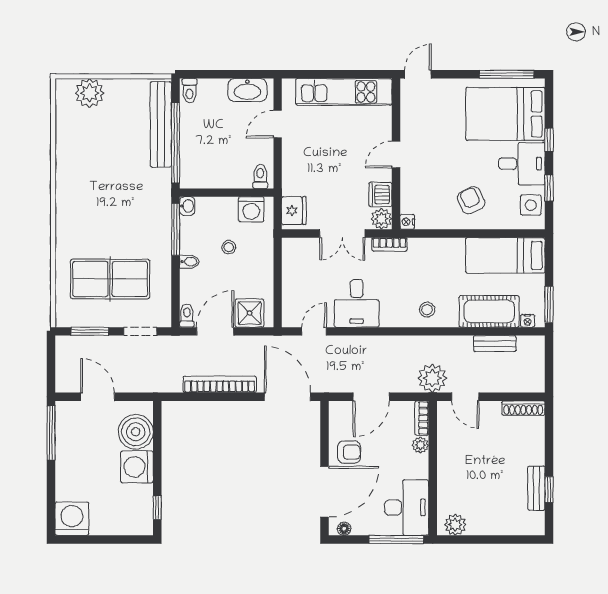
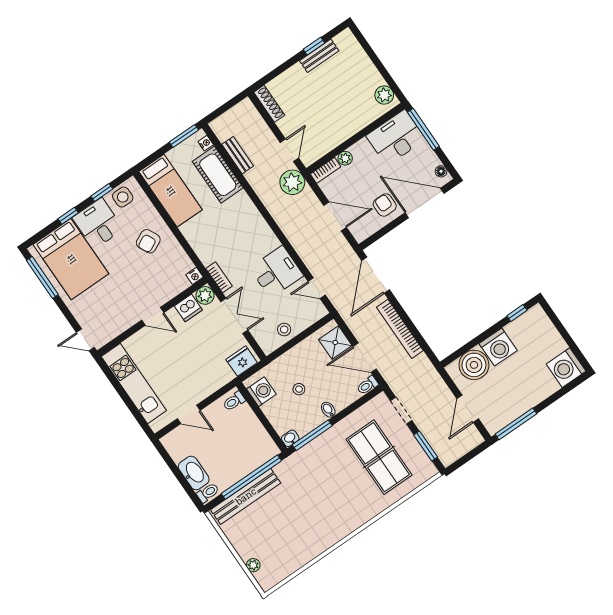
washbasin: (247, 90) -> (194, 473), moved
plant: (90, 93) -> (253, 565), width x0.53, depth x0.53
stool: (427, 310) -> (284, 329), moved

